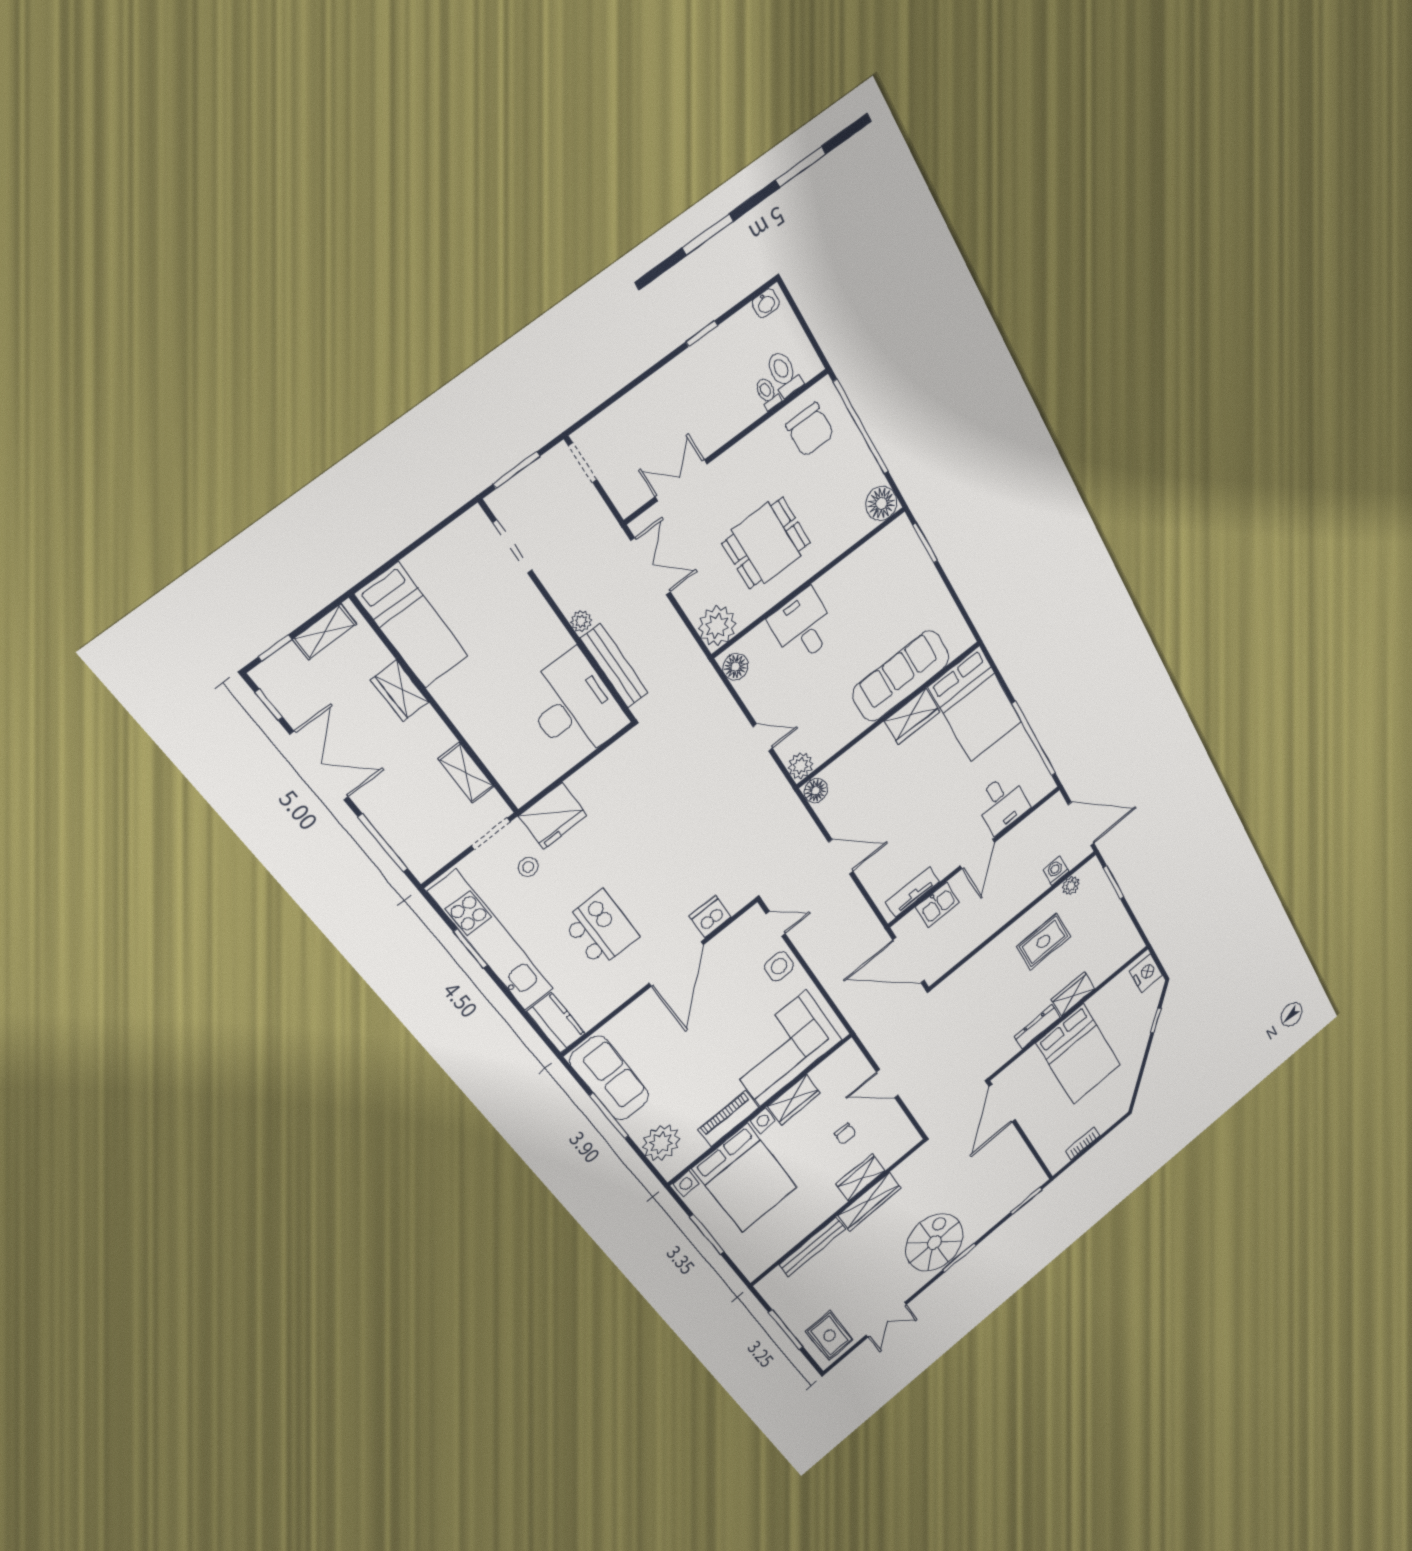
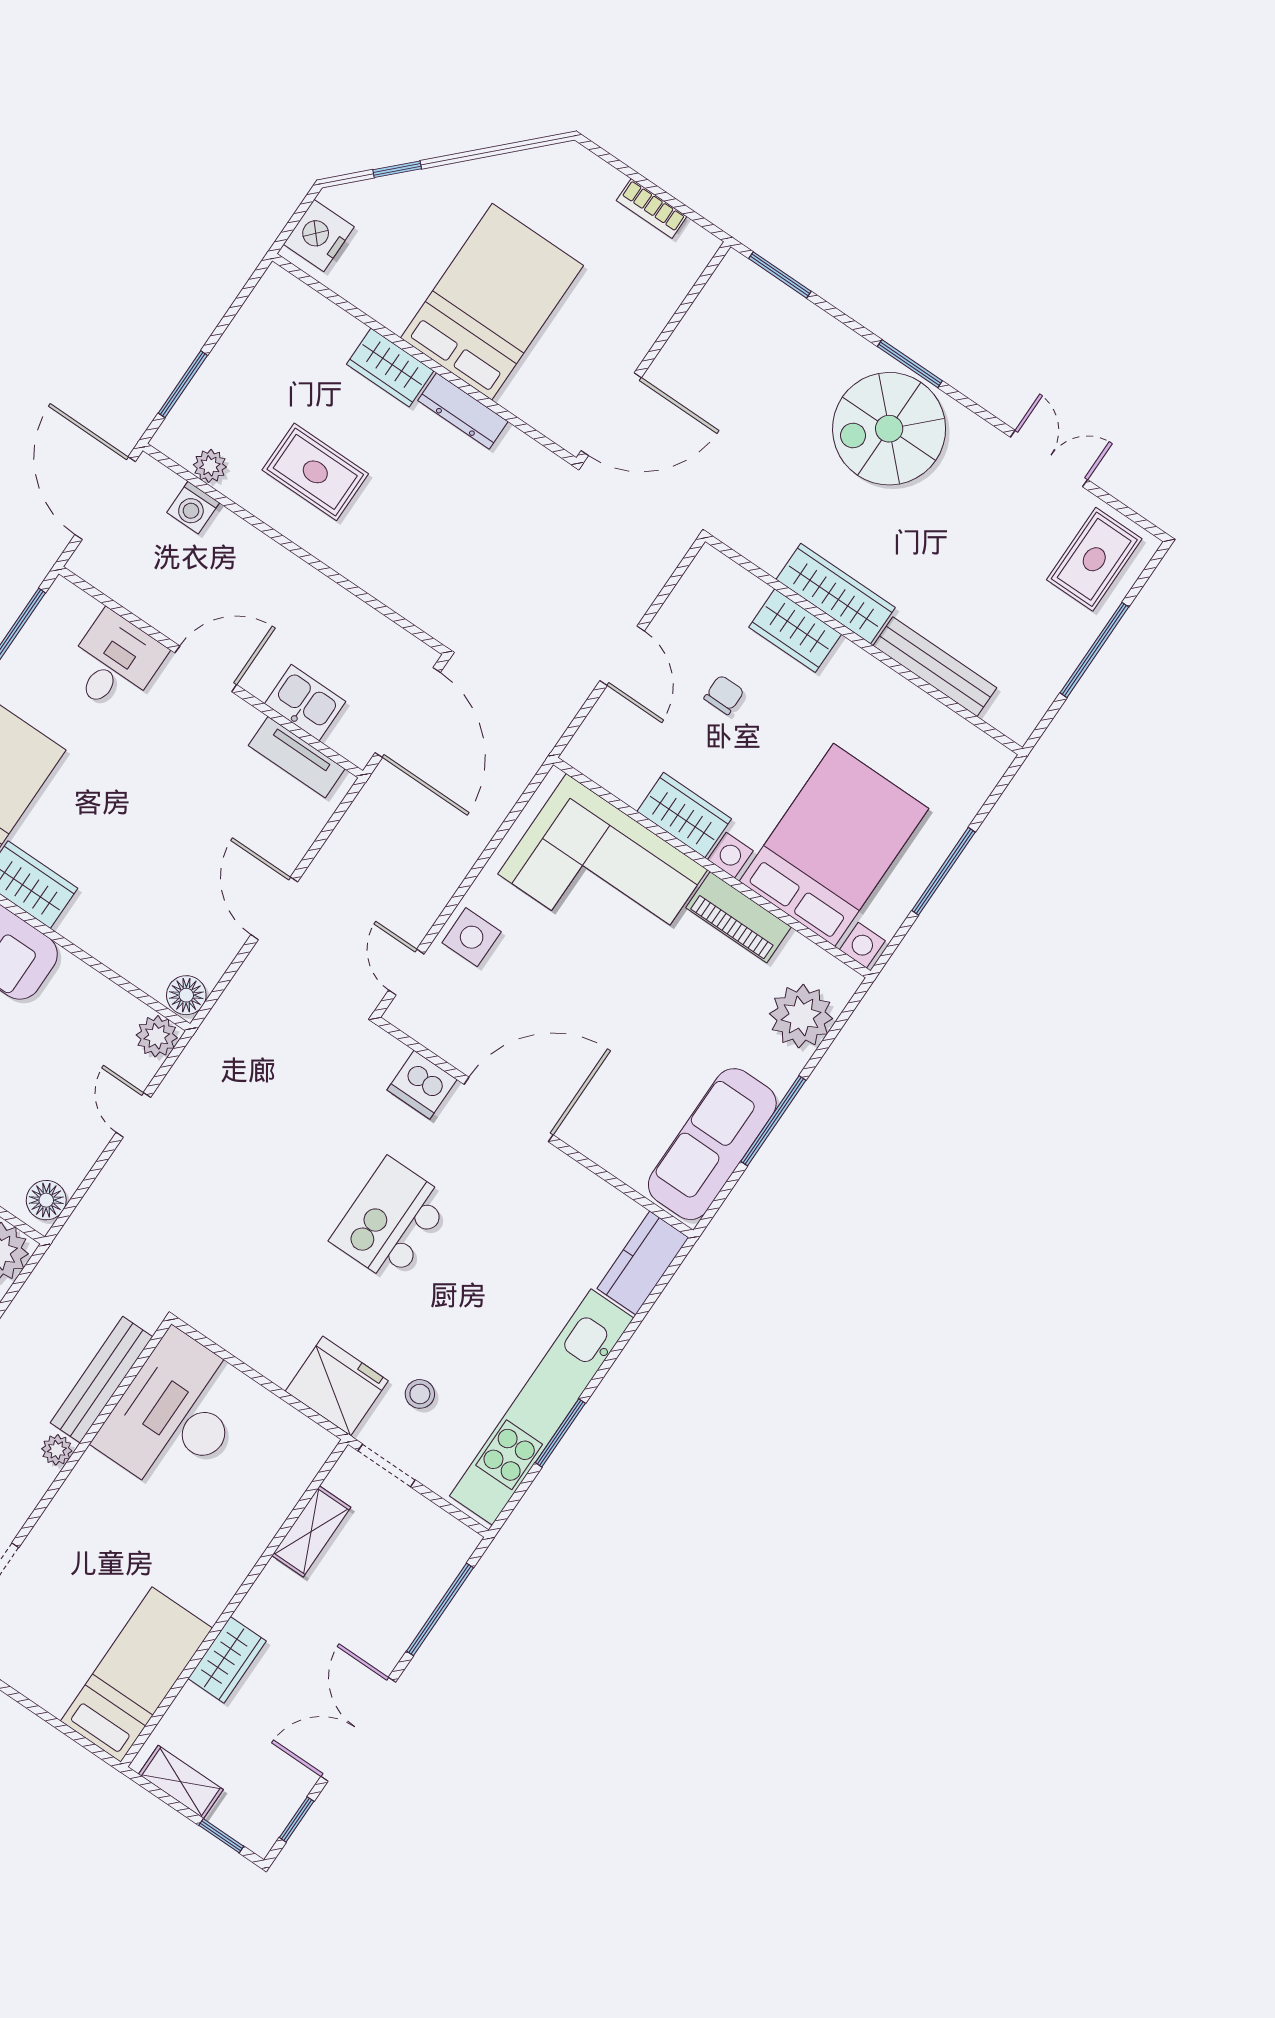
kitchen island: (600, 929) -> (391, 1220), moved

